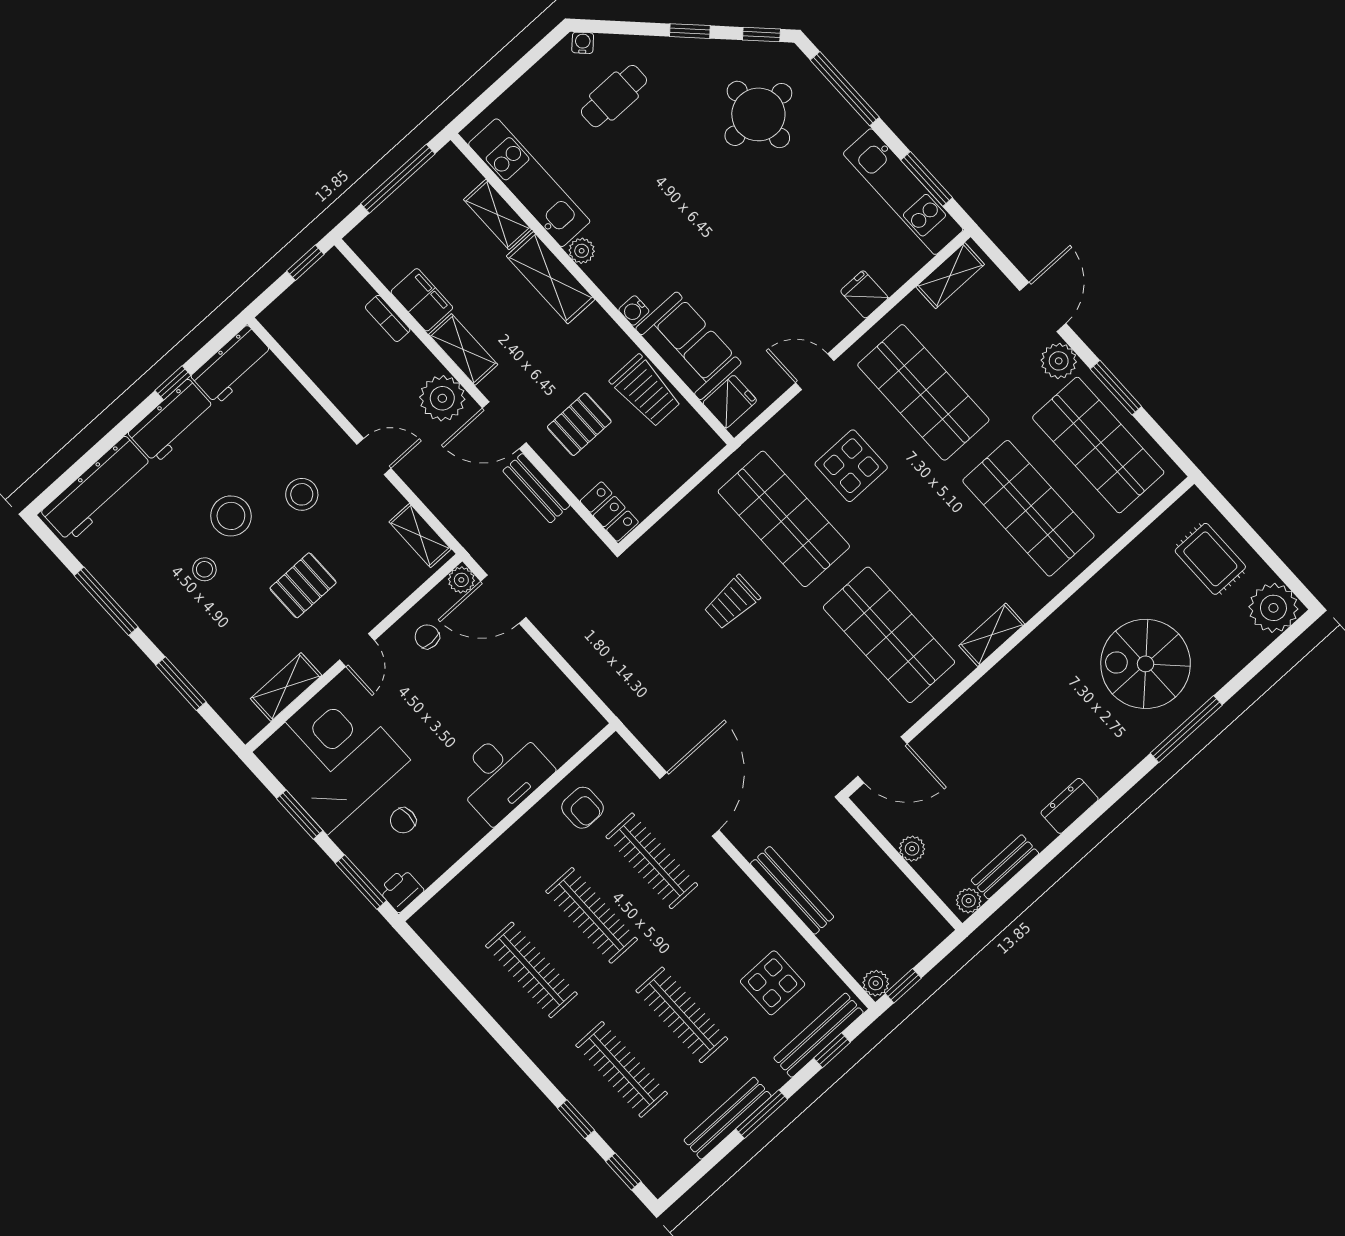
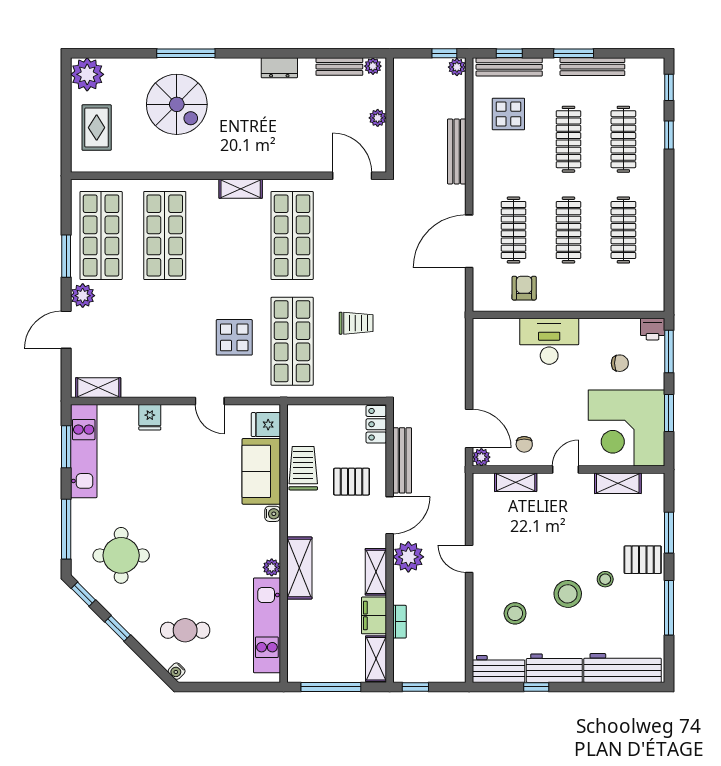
shelving: (497, 214) -> (376, 659), moved
shop shelf: (923, 392) -> (165, 341), removed
door: (504, 425) -> (390, 515), hinge flipped
bench: (536, 488) -> (402, 460), width x1.36
stool: (302, 494) -> (515, 613), moved
shelving: (420, 535) -> (516, 482), moved, turned 90
pallet: (303, 585) -> (643, 560), moved

